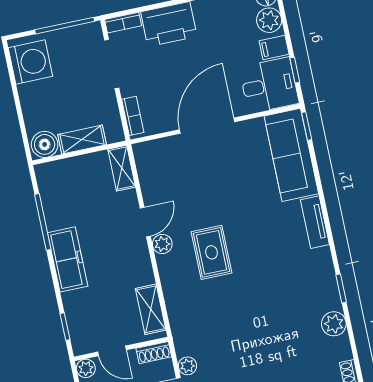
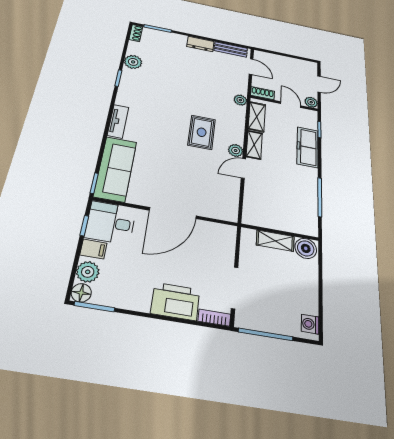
washing machine: (30, 62) -> (310, 324), width x0.53, depth x0.53
bookcase: (133, 116) -> (230, 242), removed
shelving: (122, 168) -> (254, 145), moved
freezer: (68, 259) -> (308, 147), moved
plant: (187, 366) -> (240, 100), moved

